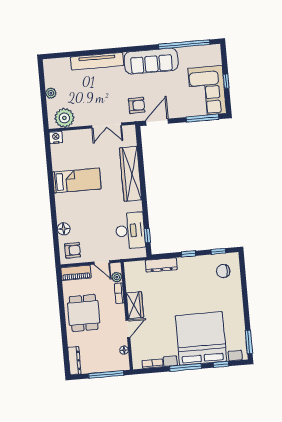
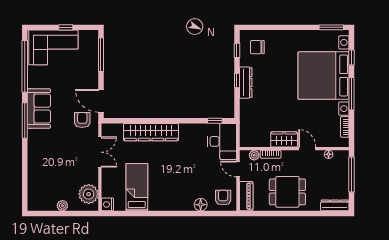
window: (131, 49) -> (25, 120), added
tv unit: (97, 61) -> (34, 156), removed
sofa: (151, 61) -> (39, 109), width x0.73
corner sofa: (207, 91) -> (53, 47), moved
bed: (77, 180) -> (137, 187), moved
desk: (130, 231) -> (222, 141), moved, turned 90
door: (102, 262) -> (238, 169), swing flipped
dresser: (161, 265) -> (246, 83), moved
chair: (223, 271) -> (257, 47), turned 90

